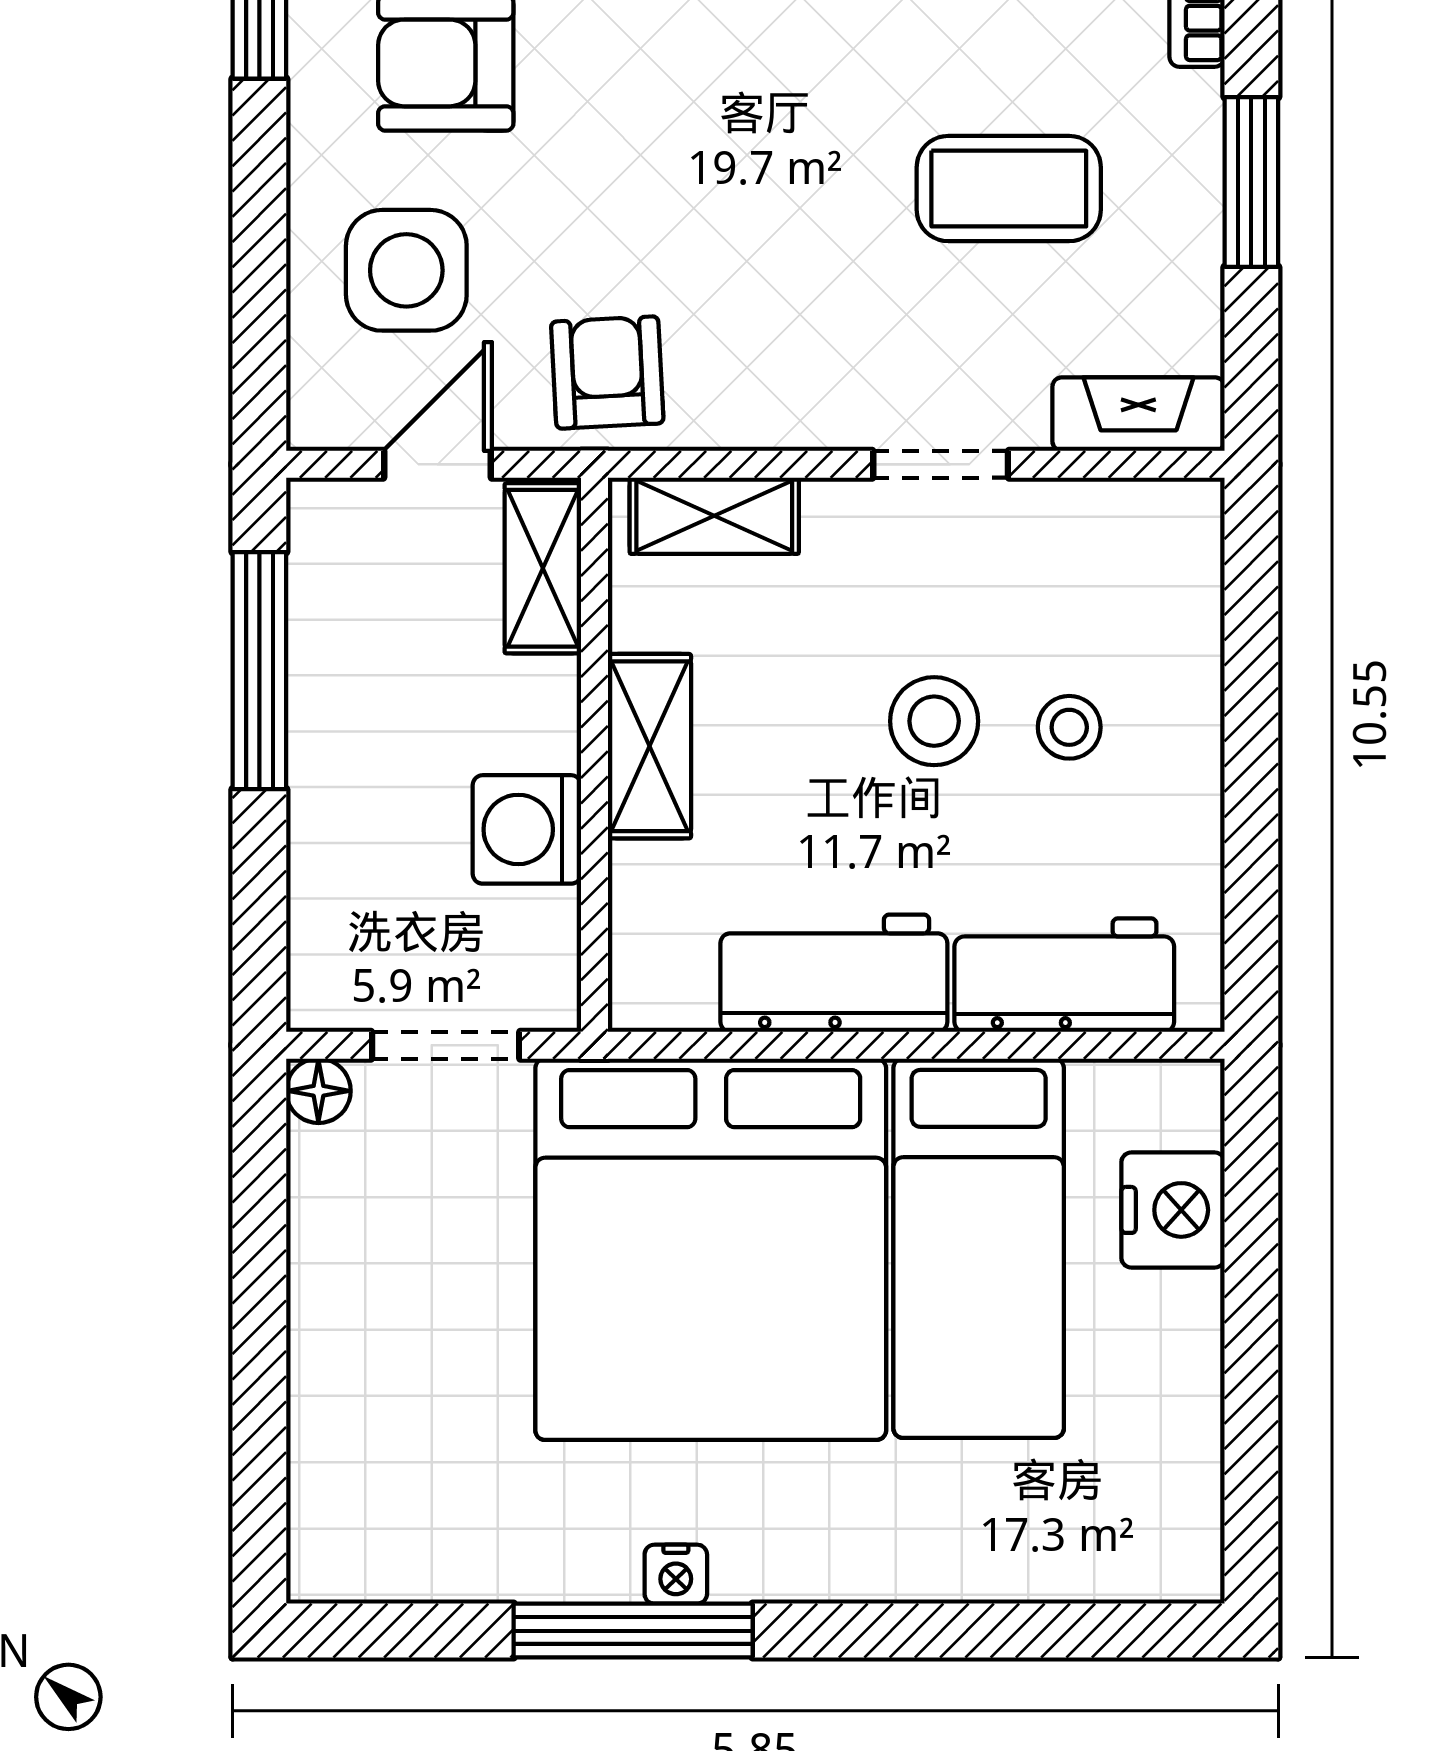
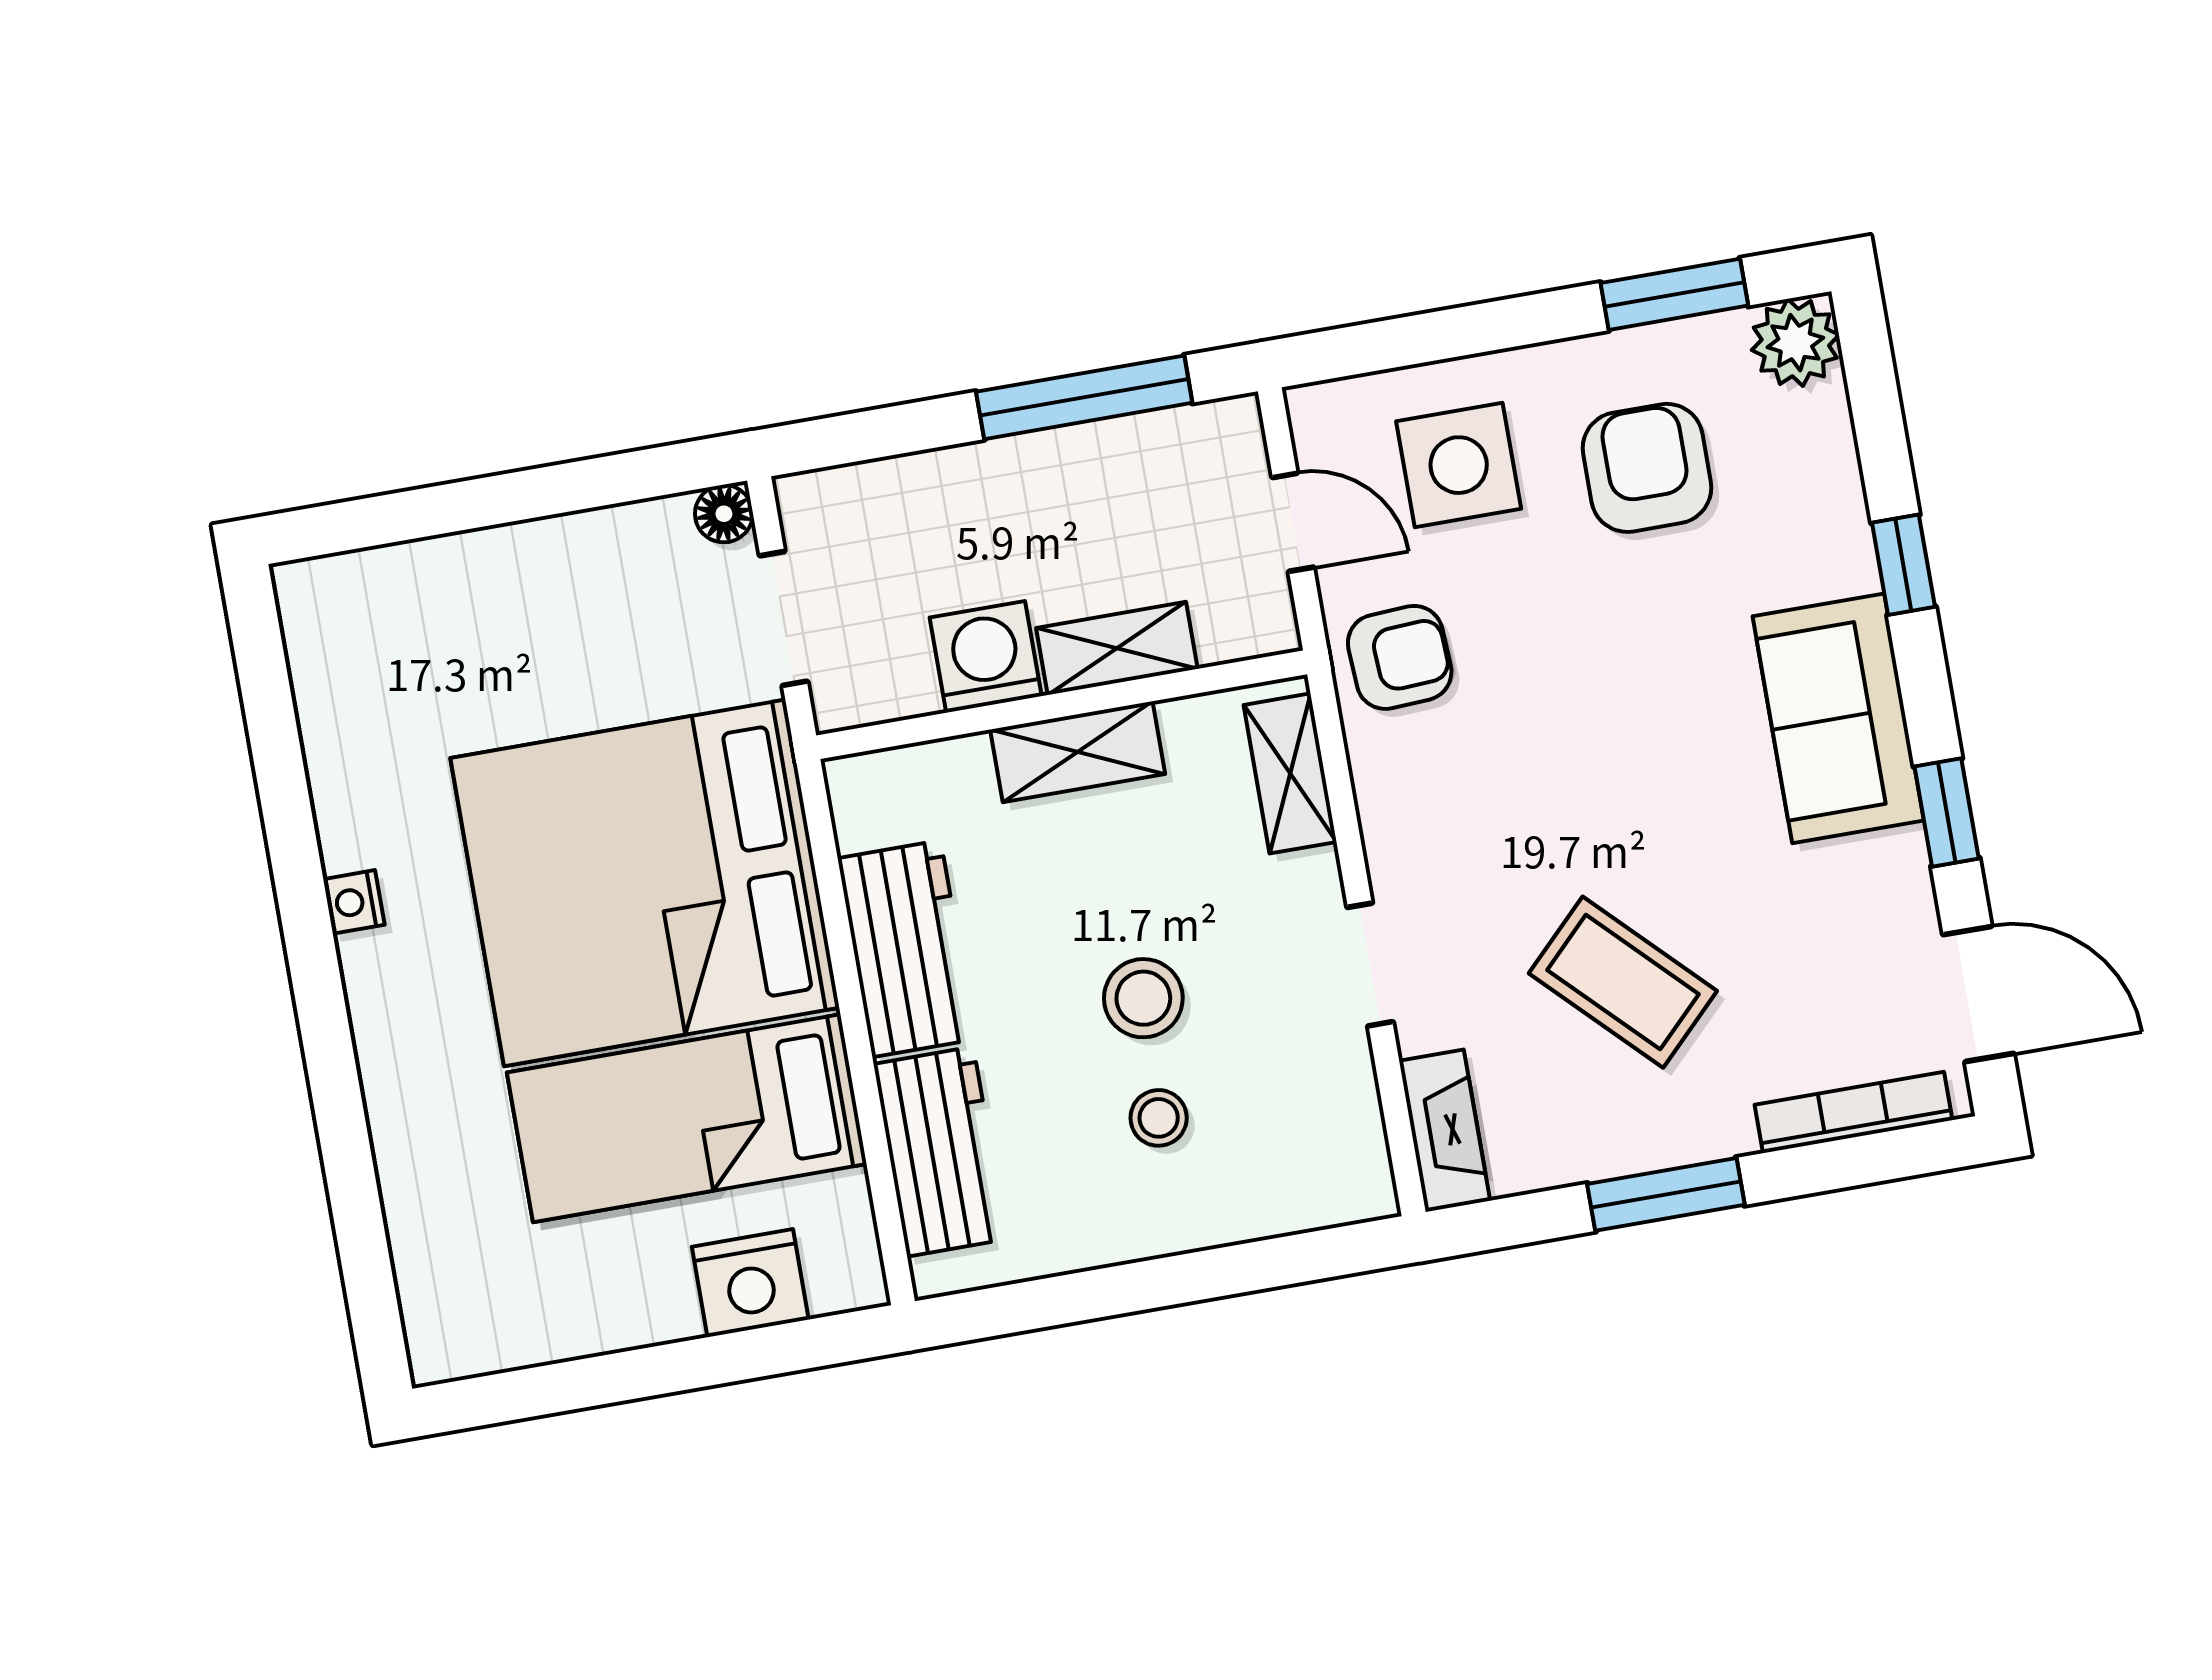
coffee table: (1009, 189) -> (1623, 982), turned -45
shelving: (543, 568) -> (1117, 648), moved
window: (633, 1631) -> (298, 873), removed

